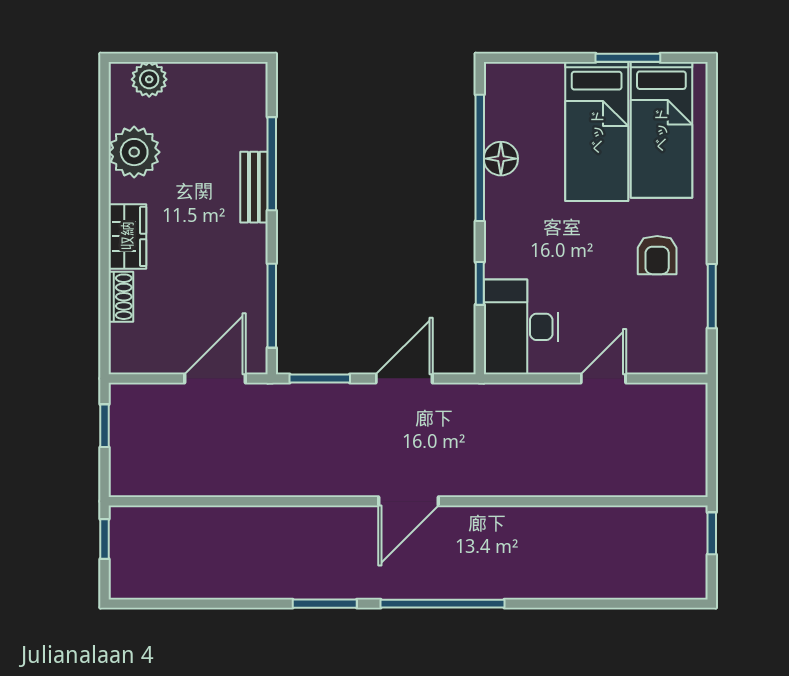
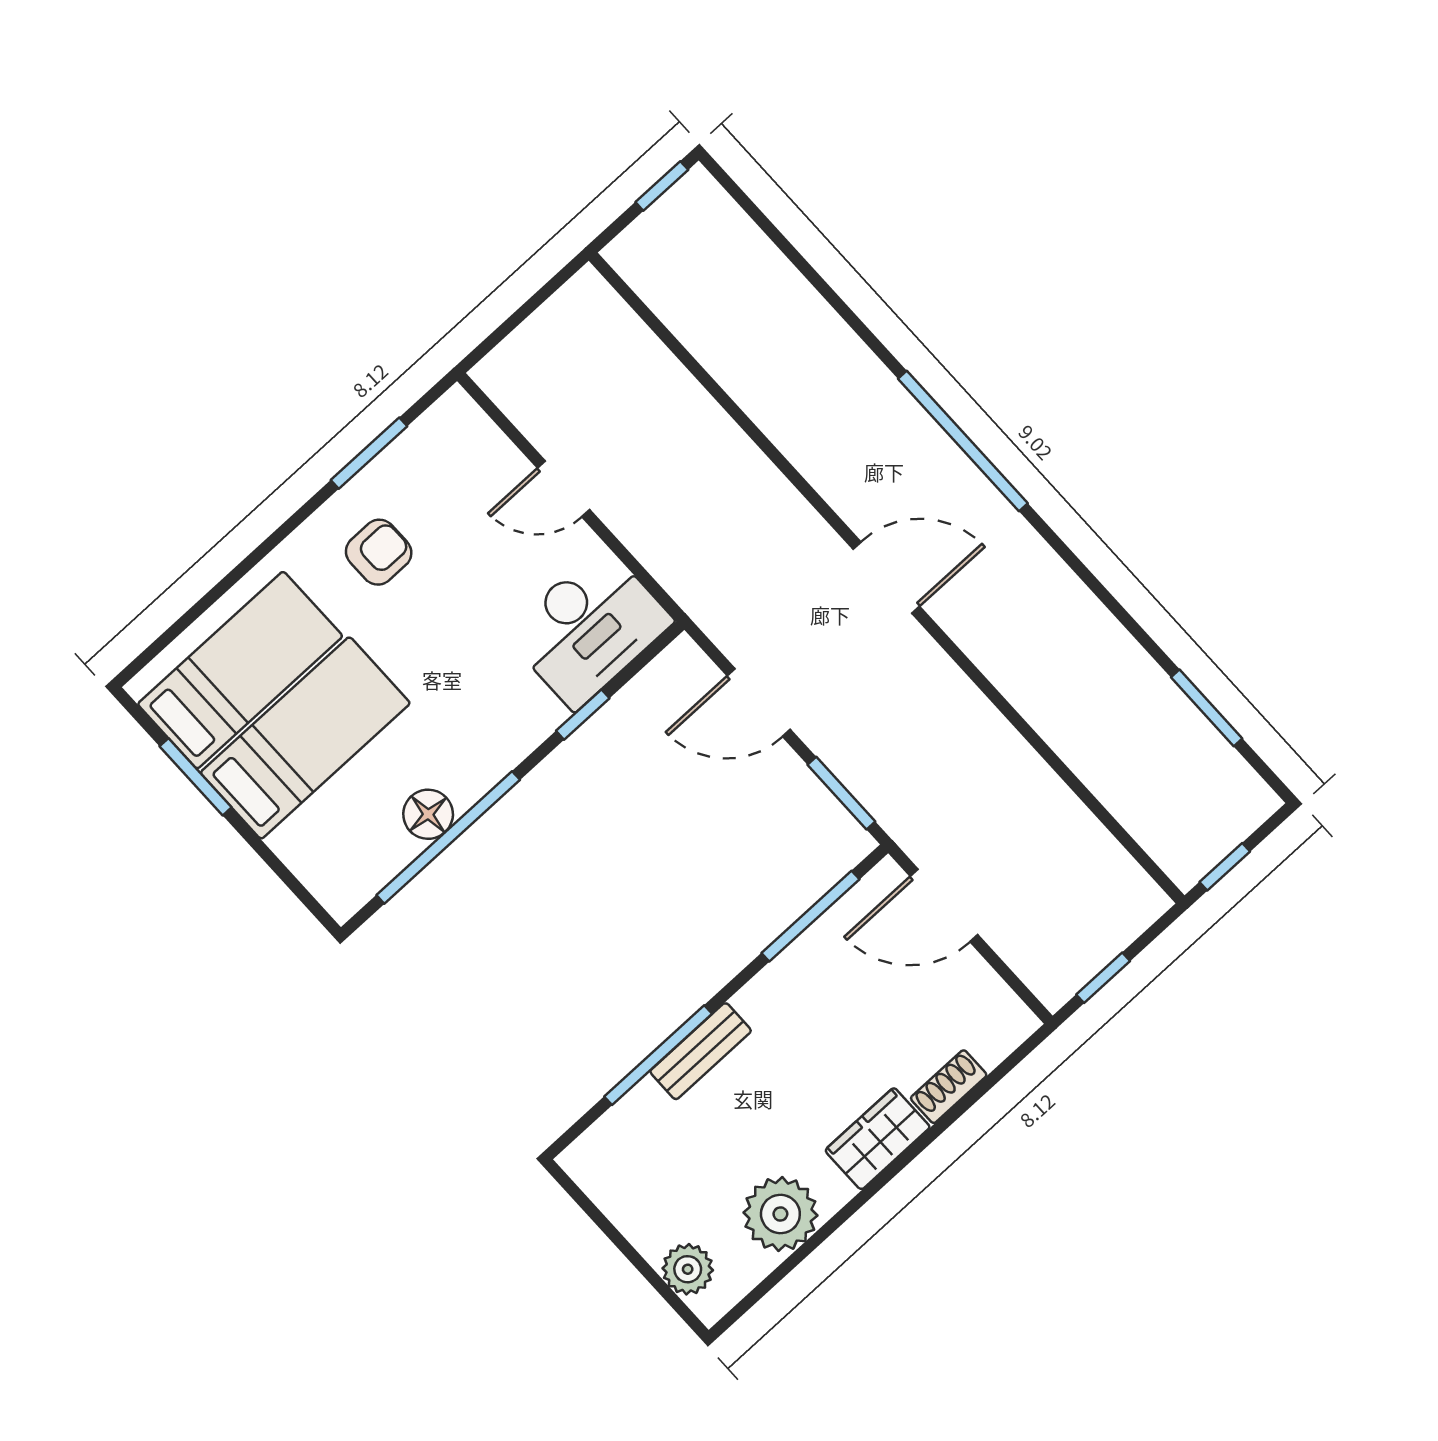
window: (712, 533) -> (662, 186), moved
window: (325, 604) -> (1207, 708), moved

